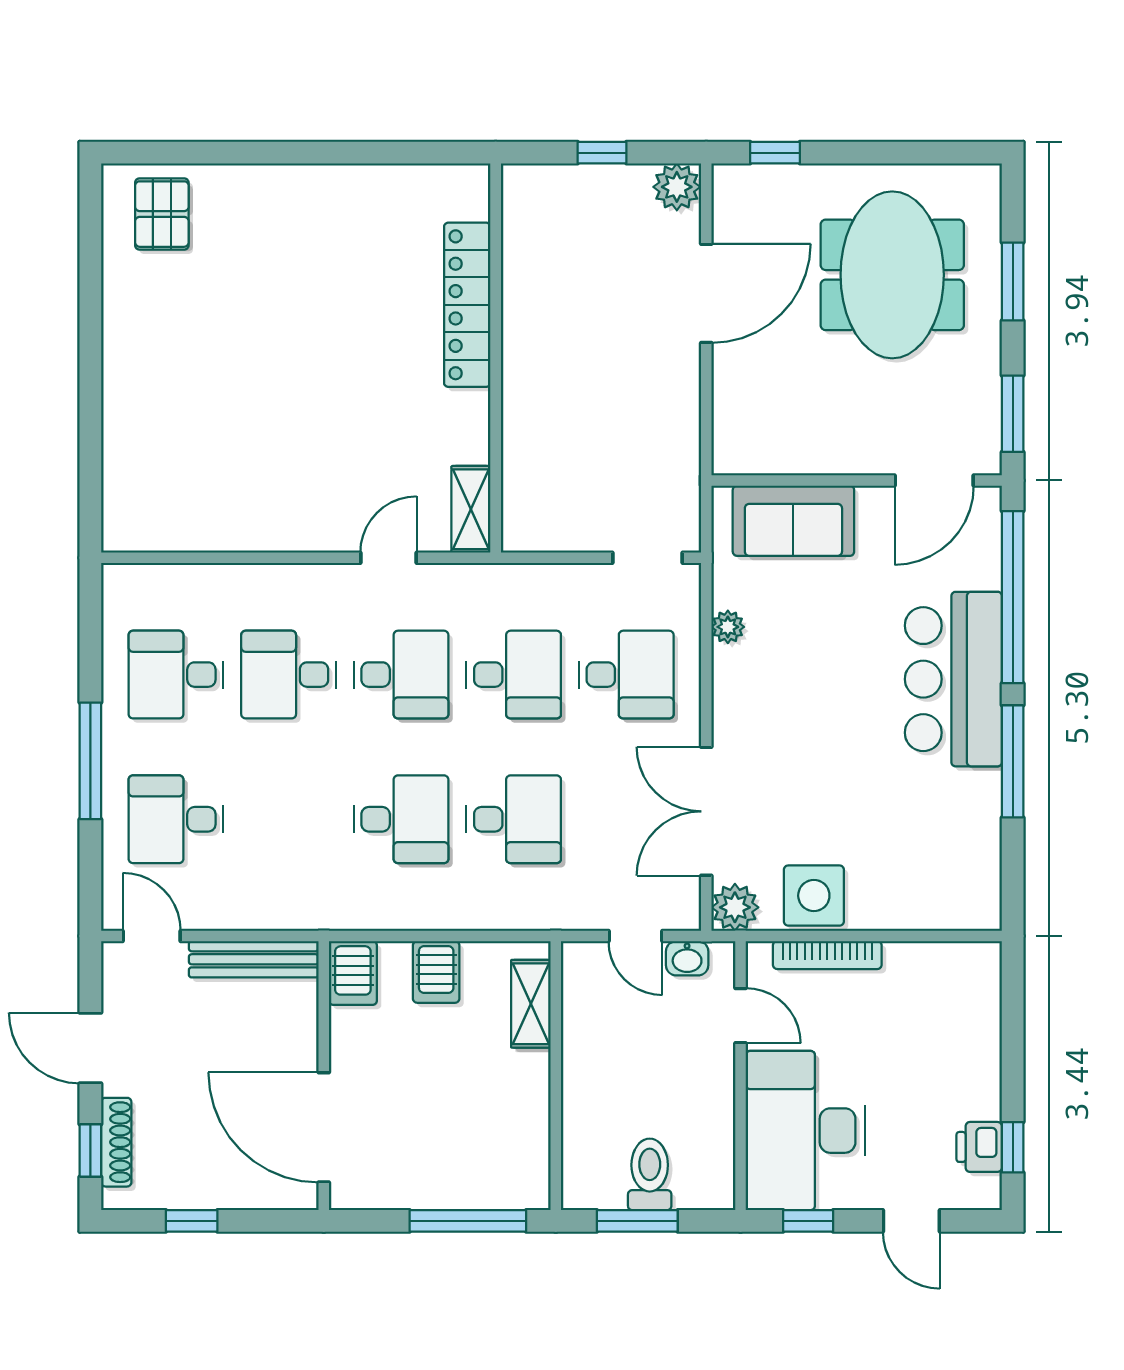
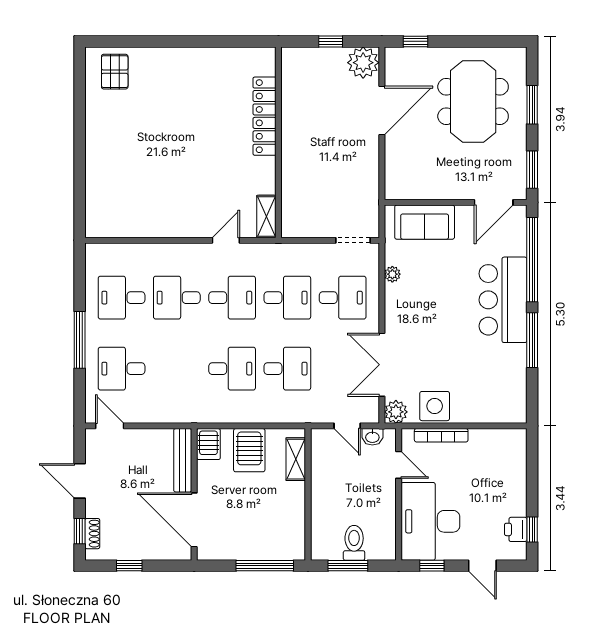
plant: (677, 187) -> (363, 63), width x1.36, depth x1.36
bench: (254, 959) -> (183, 460), moved, turned 90
server rack: (436, 972) -> (249, 450), width x1.36, depth x1.44
shoe rack: (116, 1142) -> (92, 534), width x0.70

